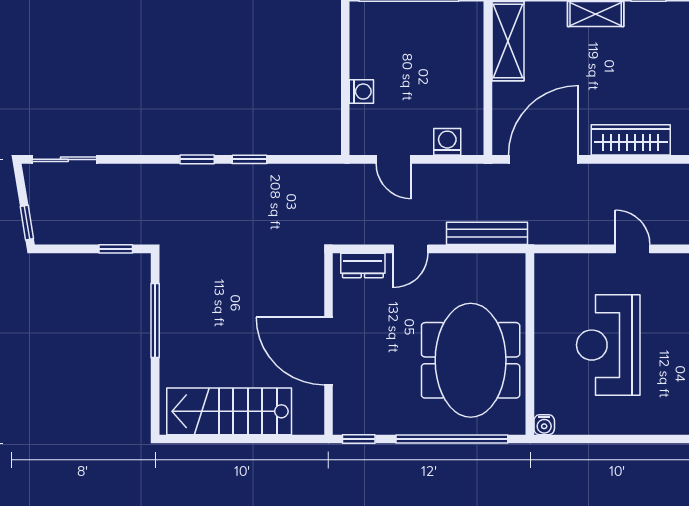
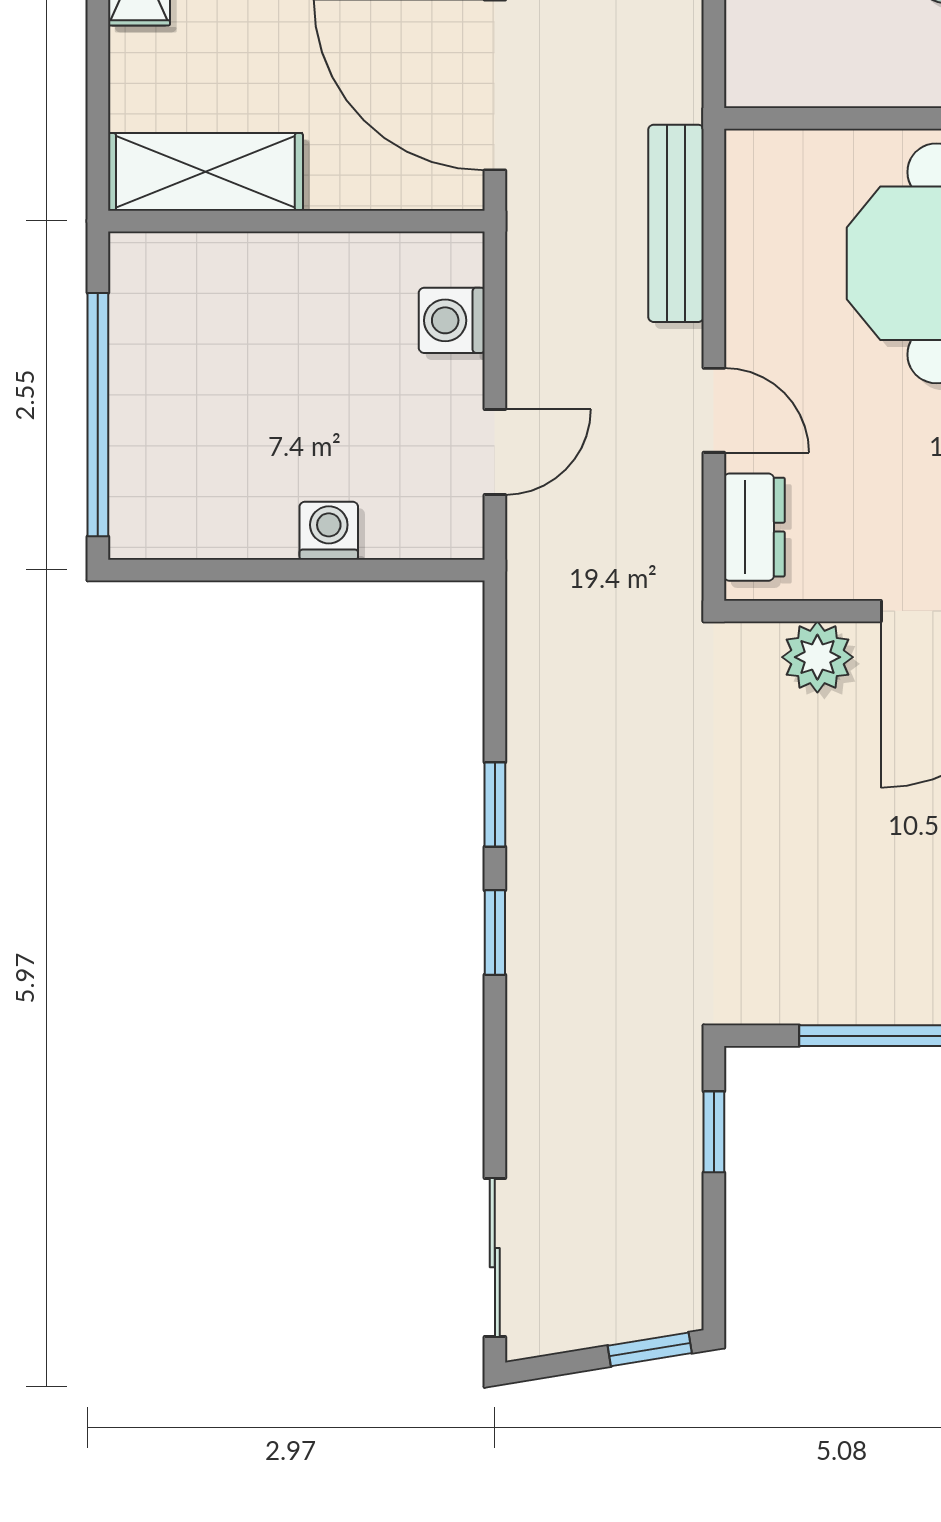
plant: (310, 291) -> (817, 657), added

